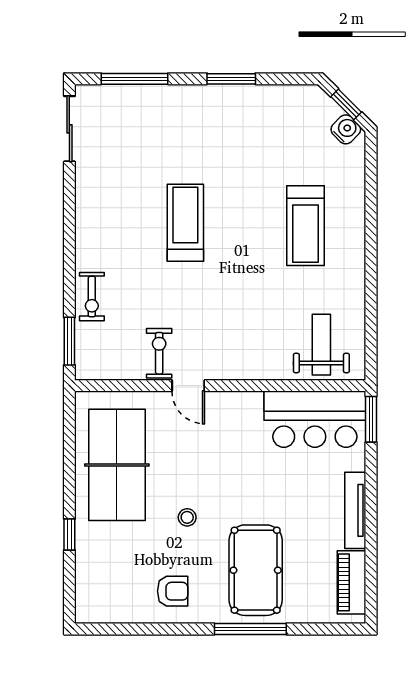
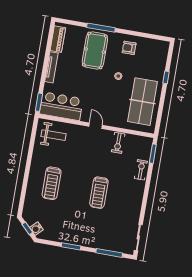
water cooler: (346, 129) -> (36, 229), moved
treadmill: (306, 226) -> (52, 183), turned 180
weight bench: (321, 345) -> (53, 135), turned -90
door: (188, 386) -> (96, 126), moved

